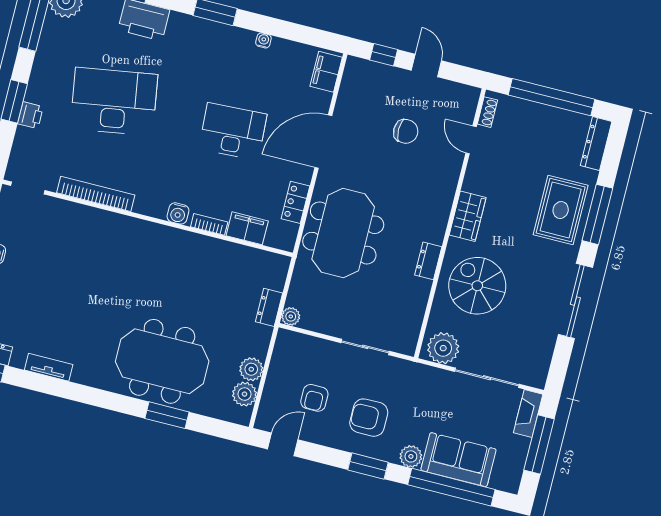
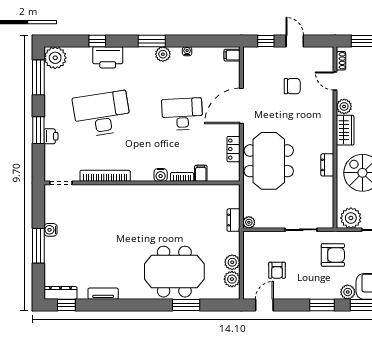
plant: (227, 36) -> (163, 54), added
filing cabinet: (326, 72) -> (232, 55), width x0.50
plant: (475, 181) -> (344, 106), added
filing cabinet: (247, 228) -> (201, 173), width x0.50
armchair: (369, 418) -> (333, 255), moved, turned 180

